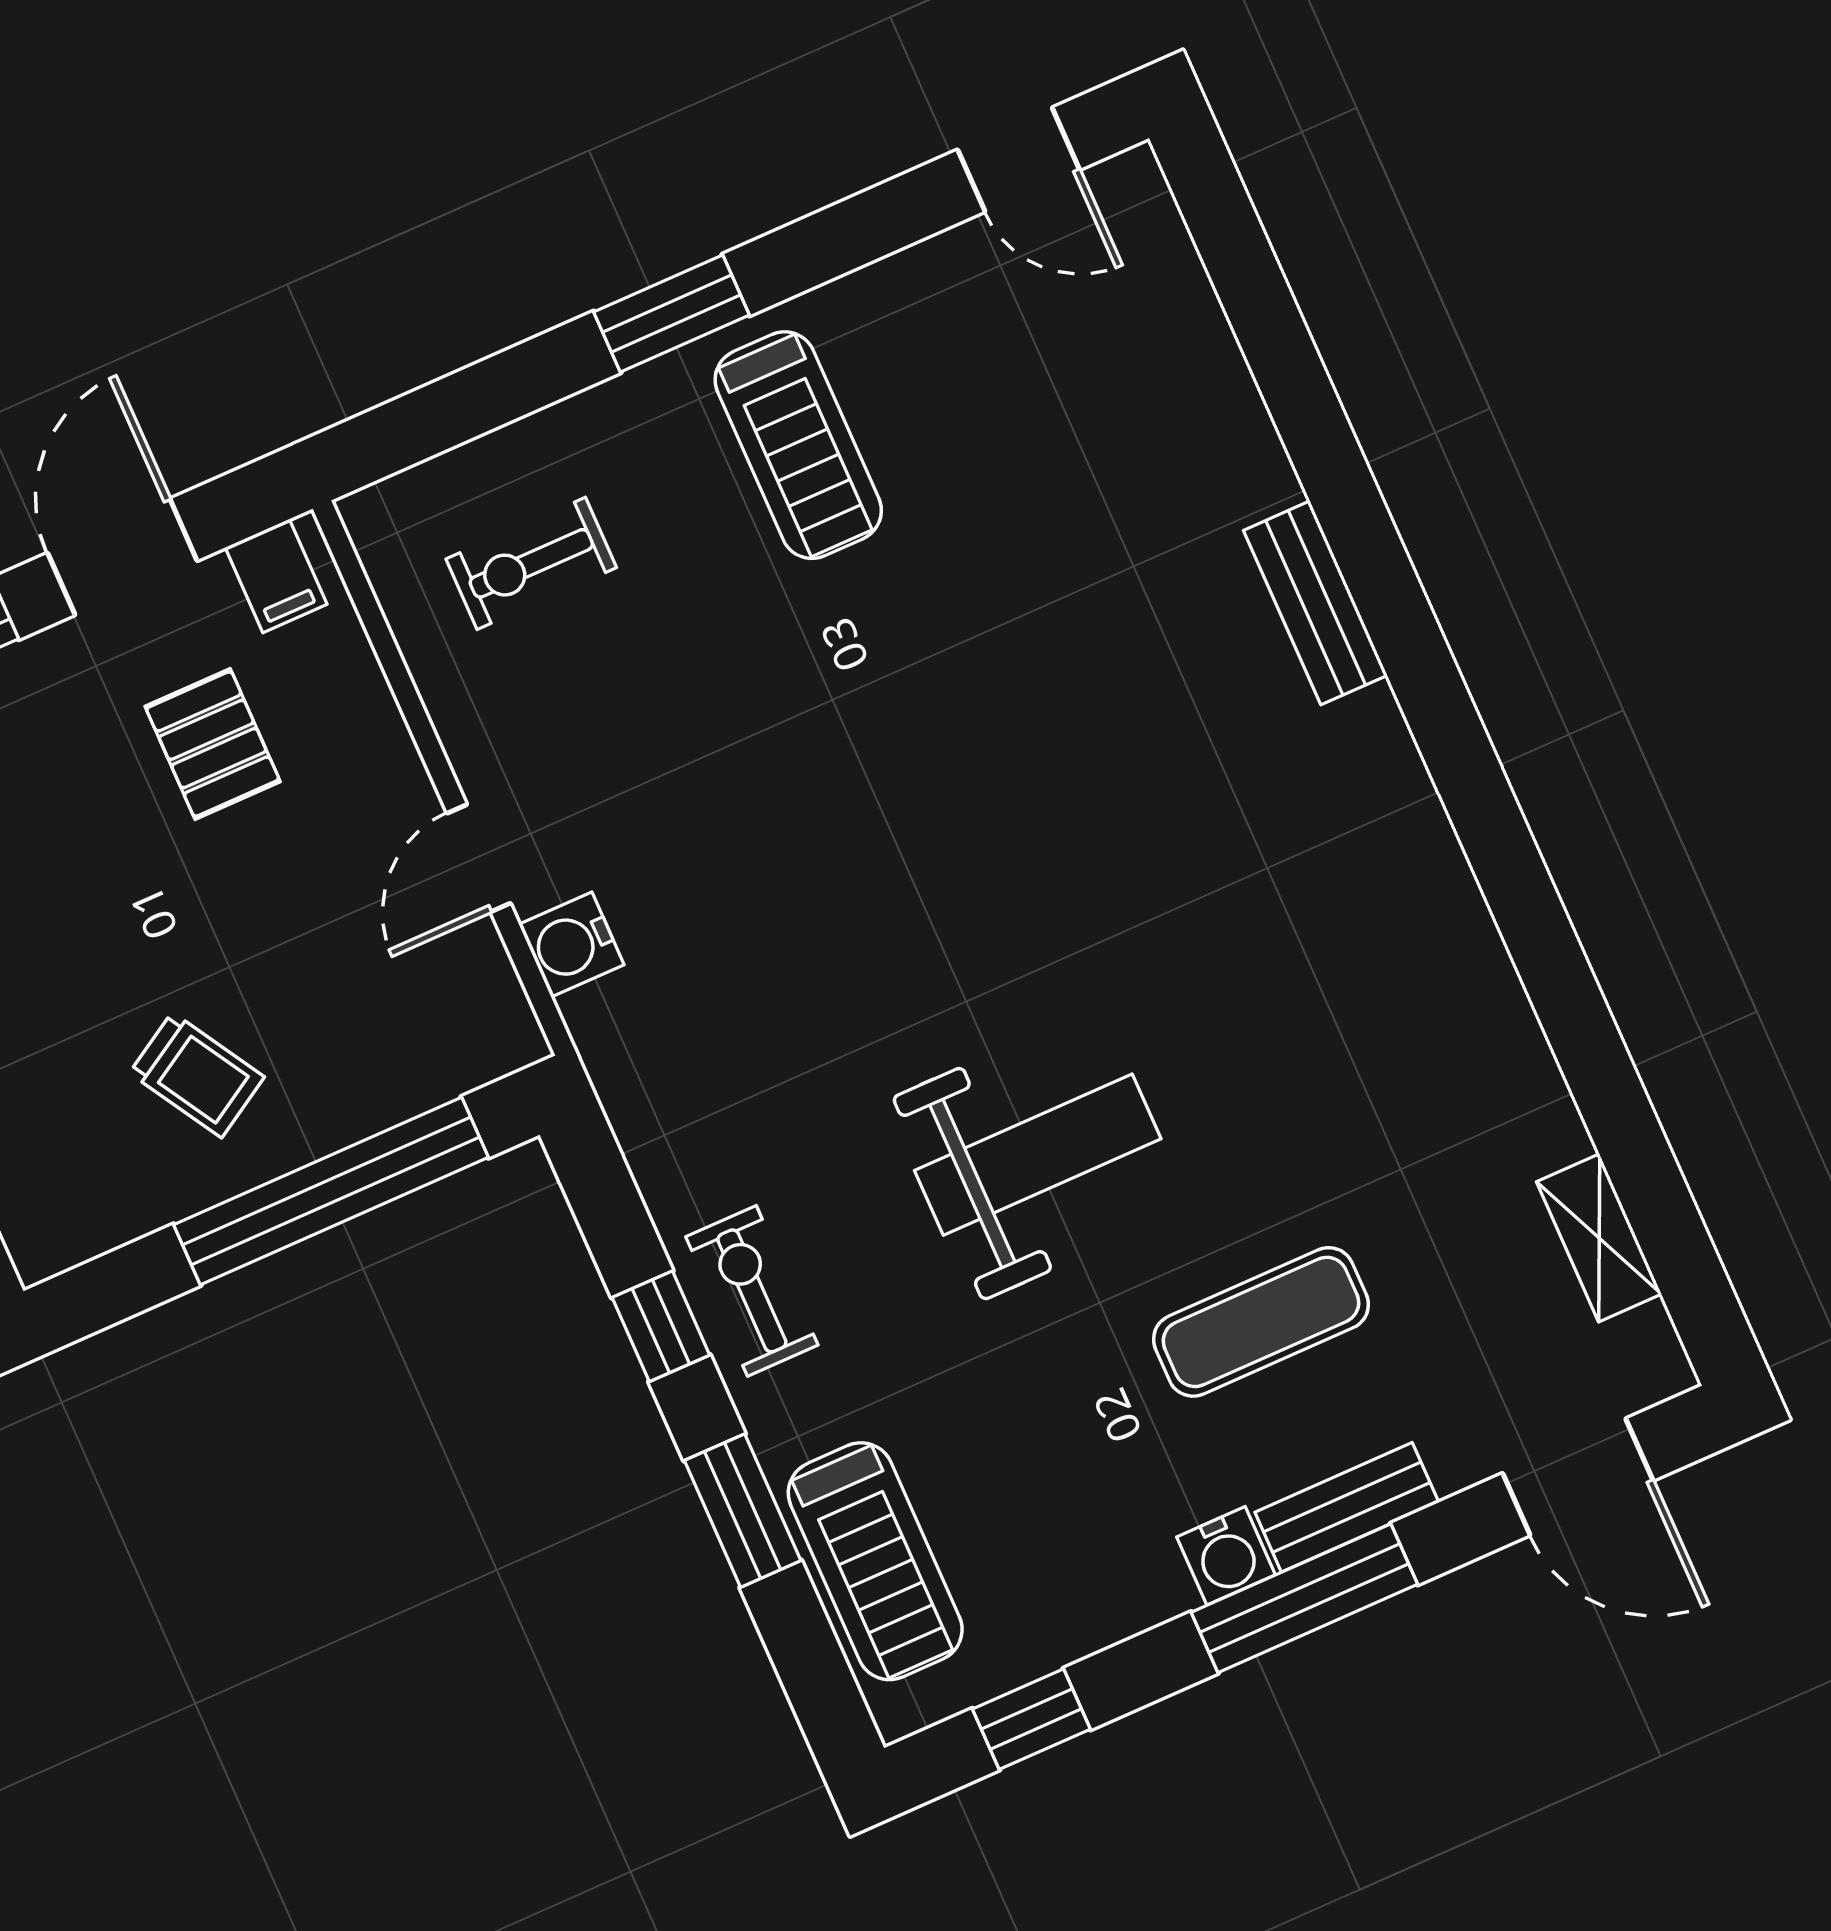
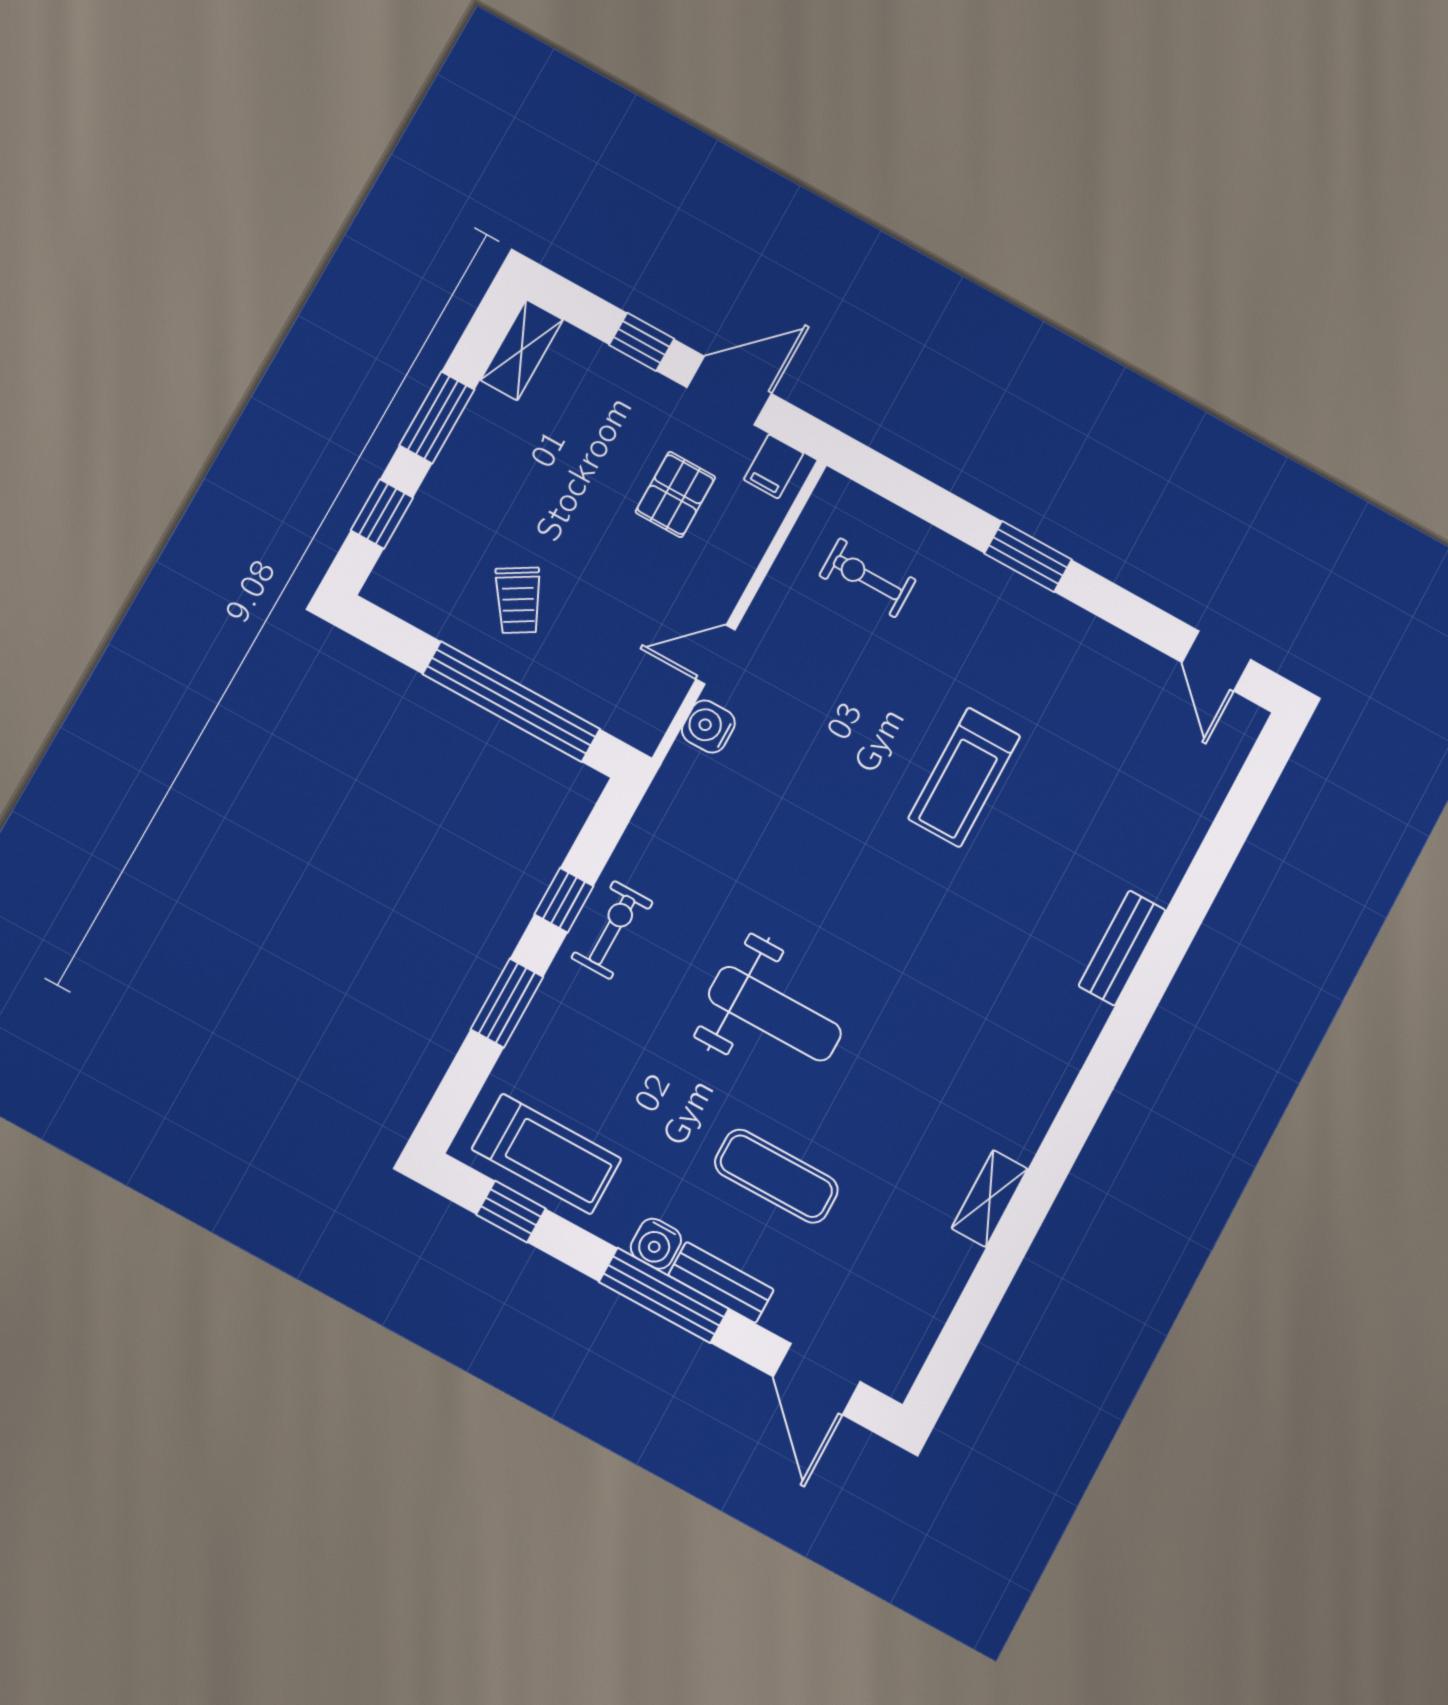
treadmill: (798, 445) -> (964, 777), moved
shelving: (1599, 1238) -> (990, 1199), moved
treadmill: (875, 1561) -> (547, 1154), moved, turned -90

